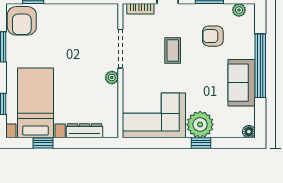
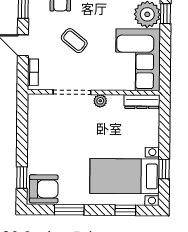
coffee table: (173, 51) -> (74, 41), turned 39
dresser: (85, 131) -> (142, 102), moved, turned -90

